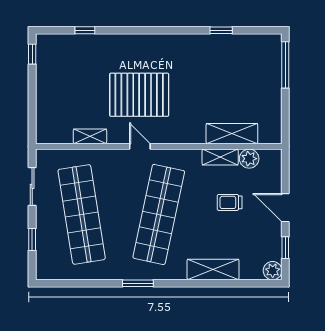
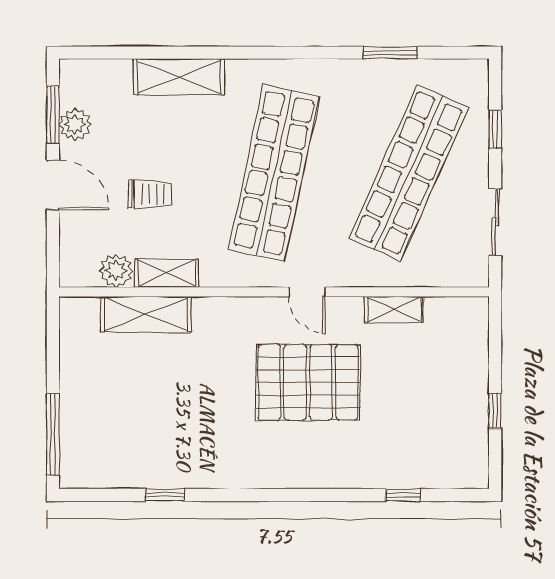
window: (32, 54) -> (495, 411), moved
shop shelf: (82, 214) -> (409, 173), turned 33
window: (285, 248) -> (53, 115), width x1.50
plant: (273, 271) -> (75, 125), moved
window: (138, 283) -> (390, 53), moved

